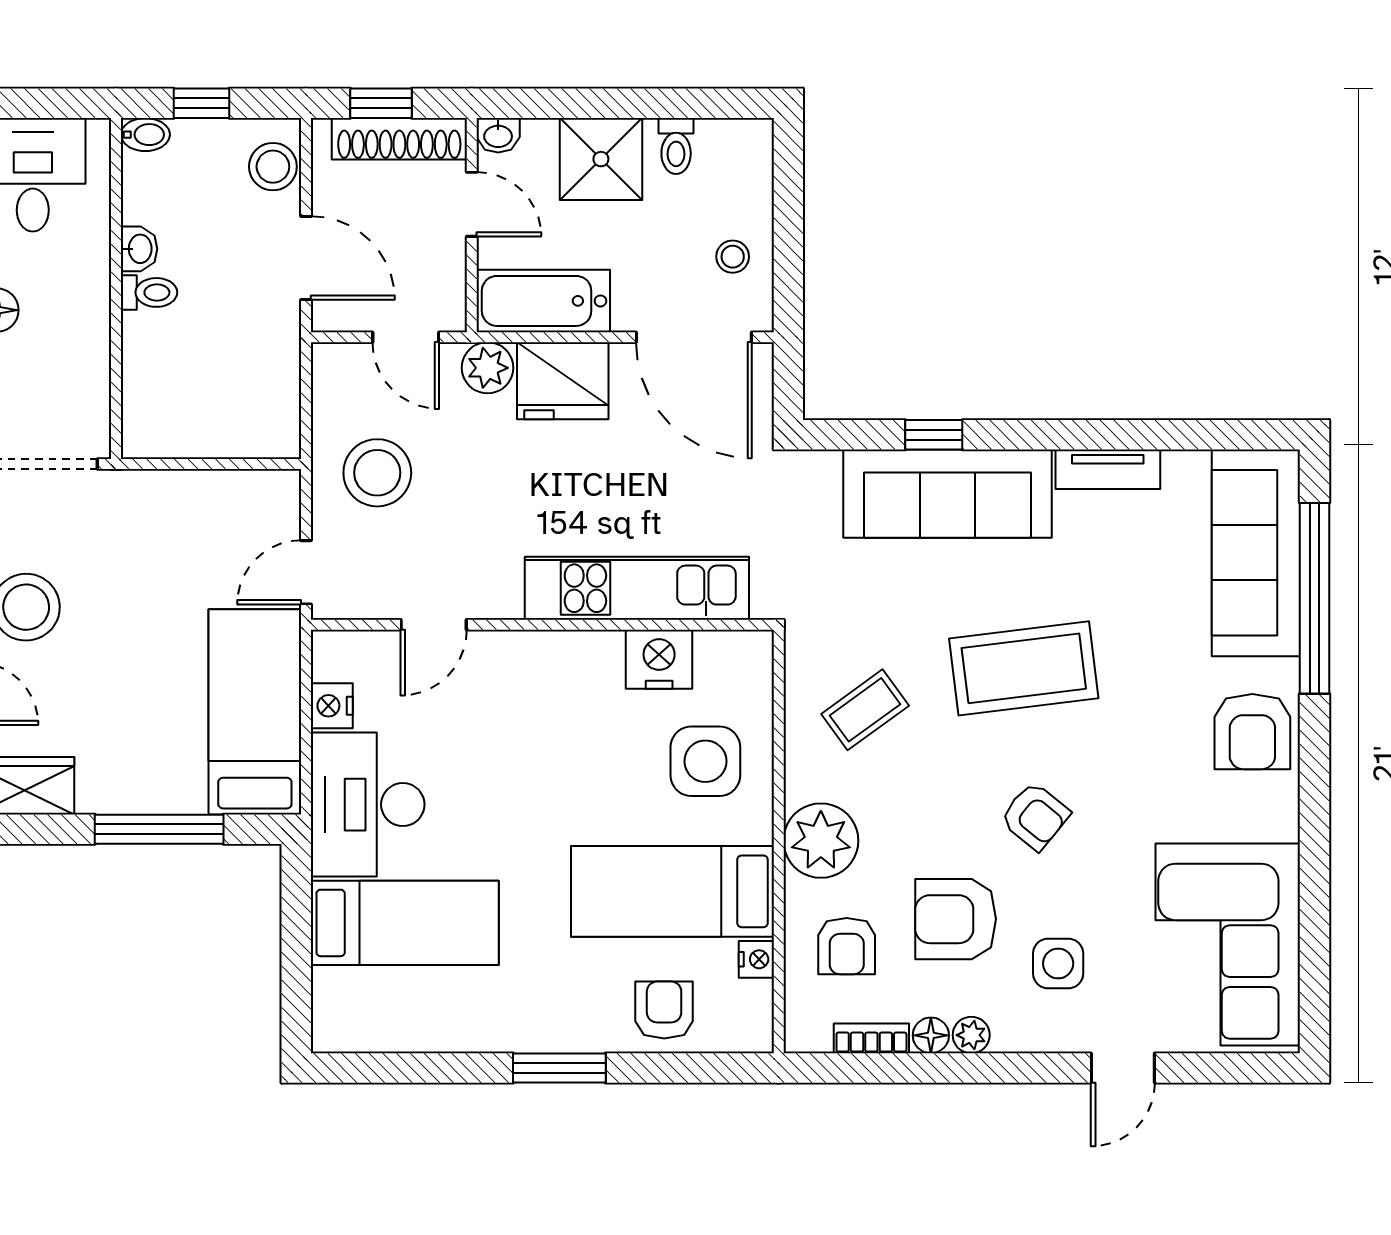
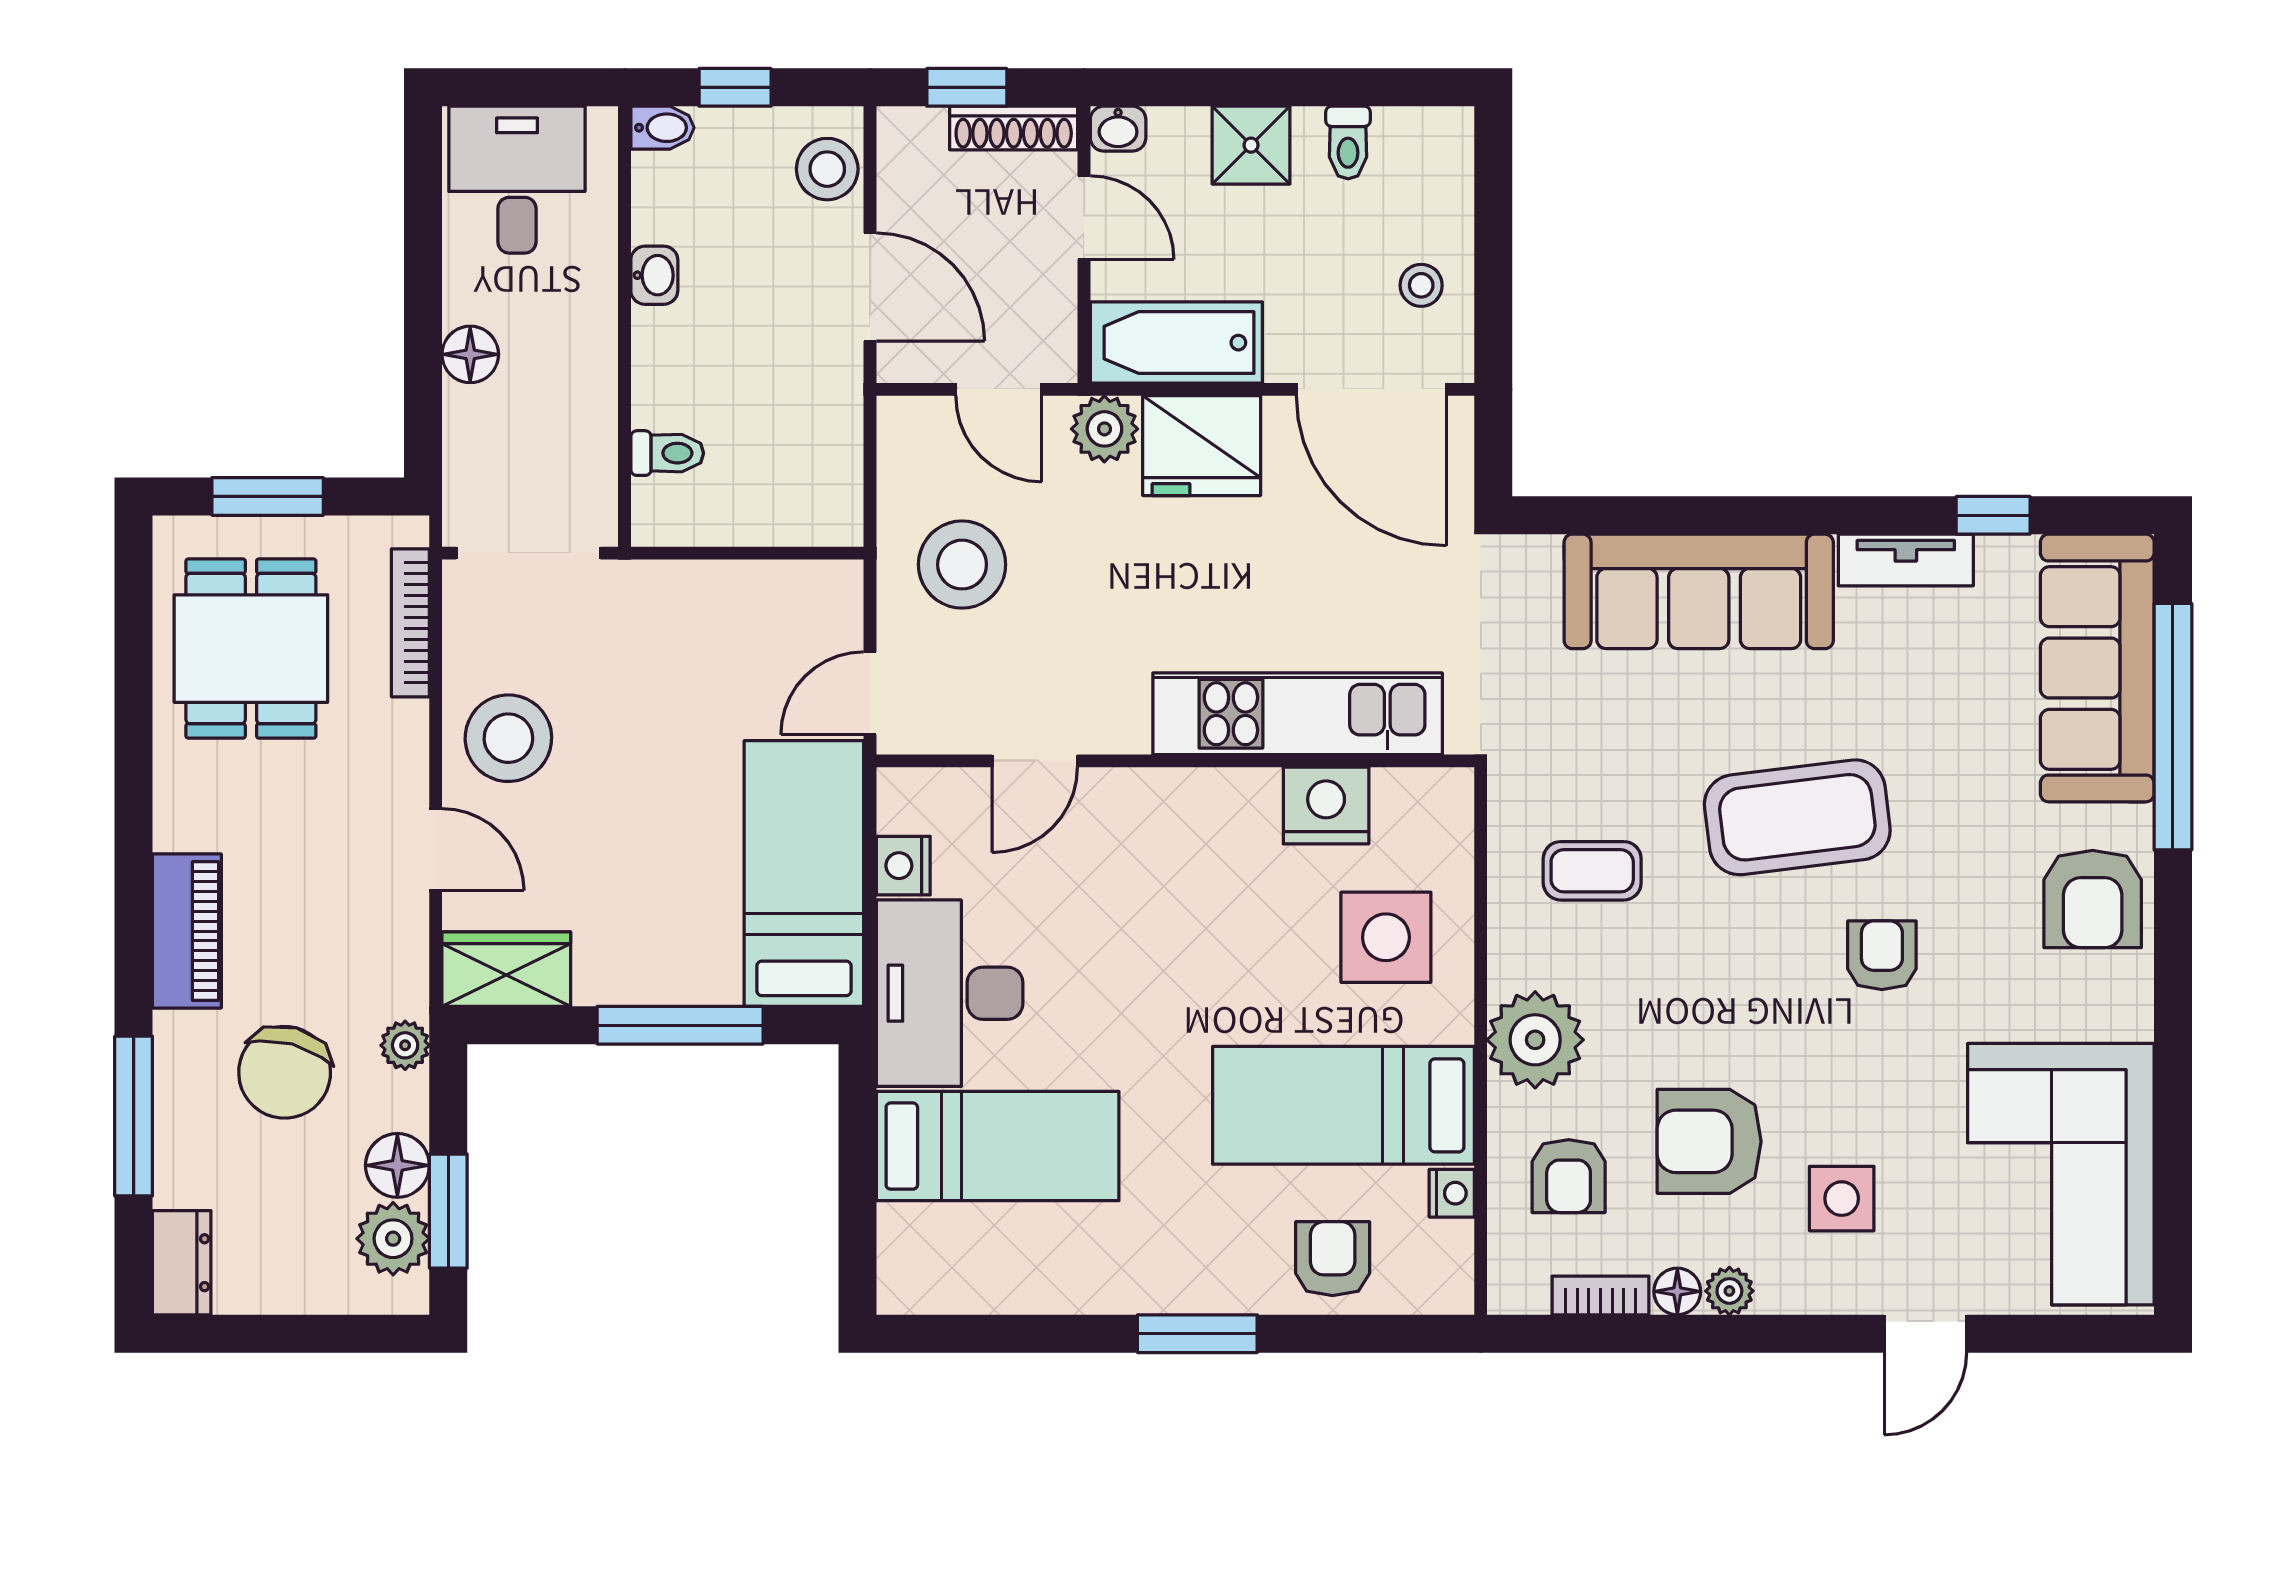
shoe rack: (399, 139) -> (1014, 128), width x0.74, depth x0.81
shower: (601, 159) -> (1251, 145), width x0.73, depth x0.73
toilet: (149, 292) -> (667, 453), moved
window: (934, 435) -> (1993, 515), moved
coffee table: (865, 710) -> (1592, 871), turned 36
armchair: (1035, 816) -> (1882, 955), moved, turned -129

